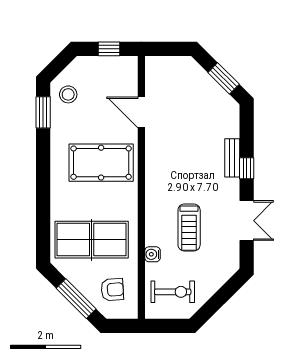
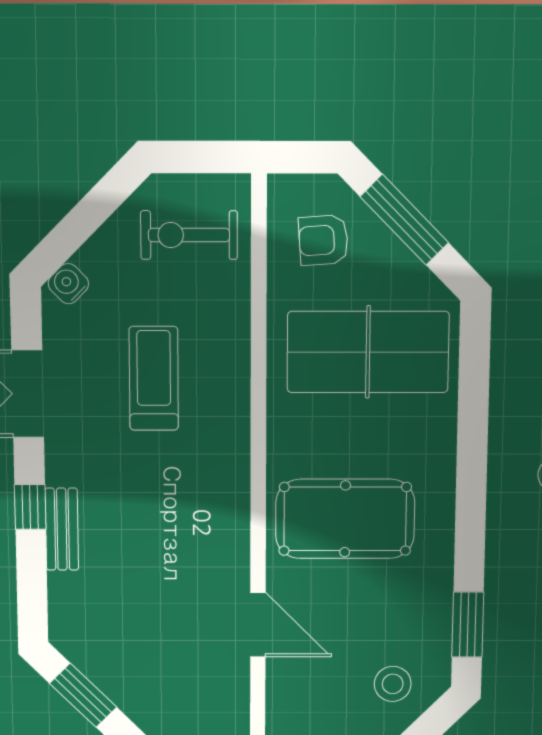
stool: (68, 94) -> (393, 684), moved
water cooler: (153, 254) -> (68, 284), moved, turned -135

